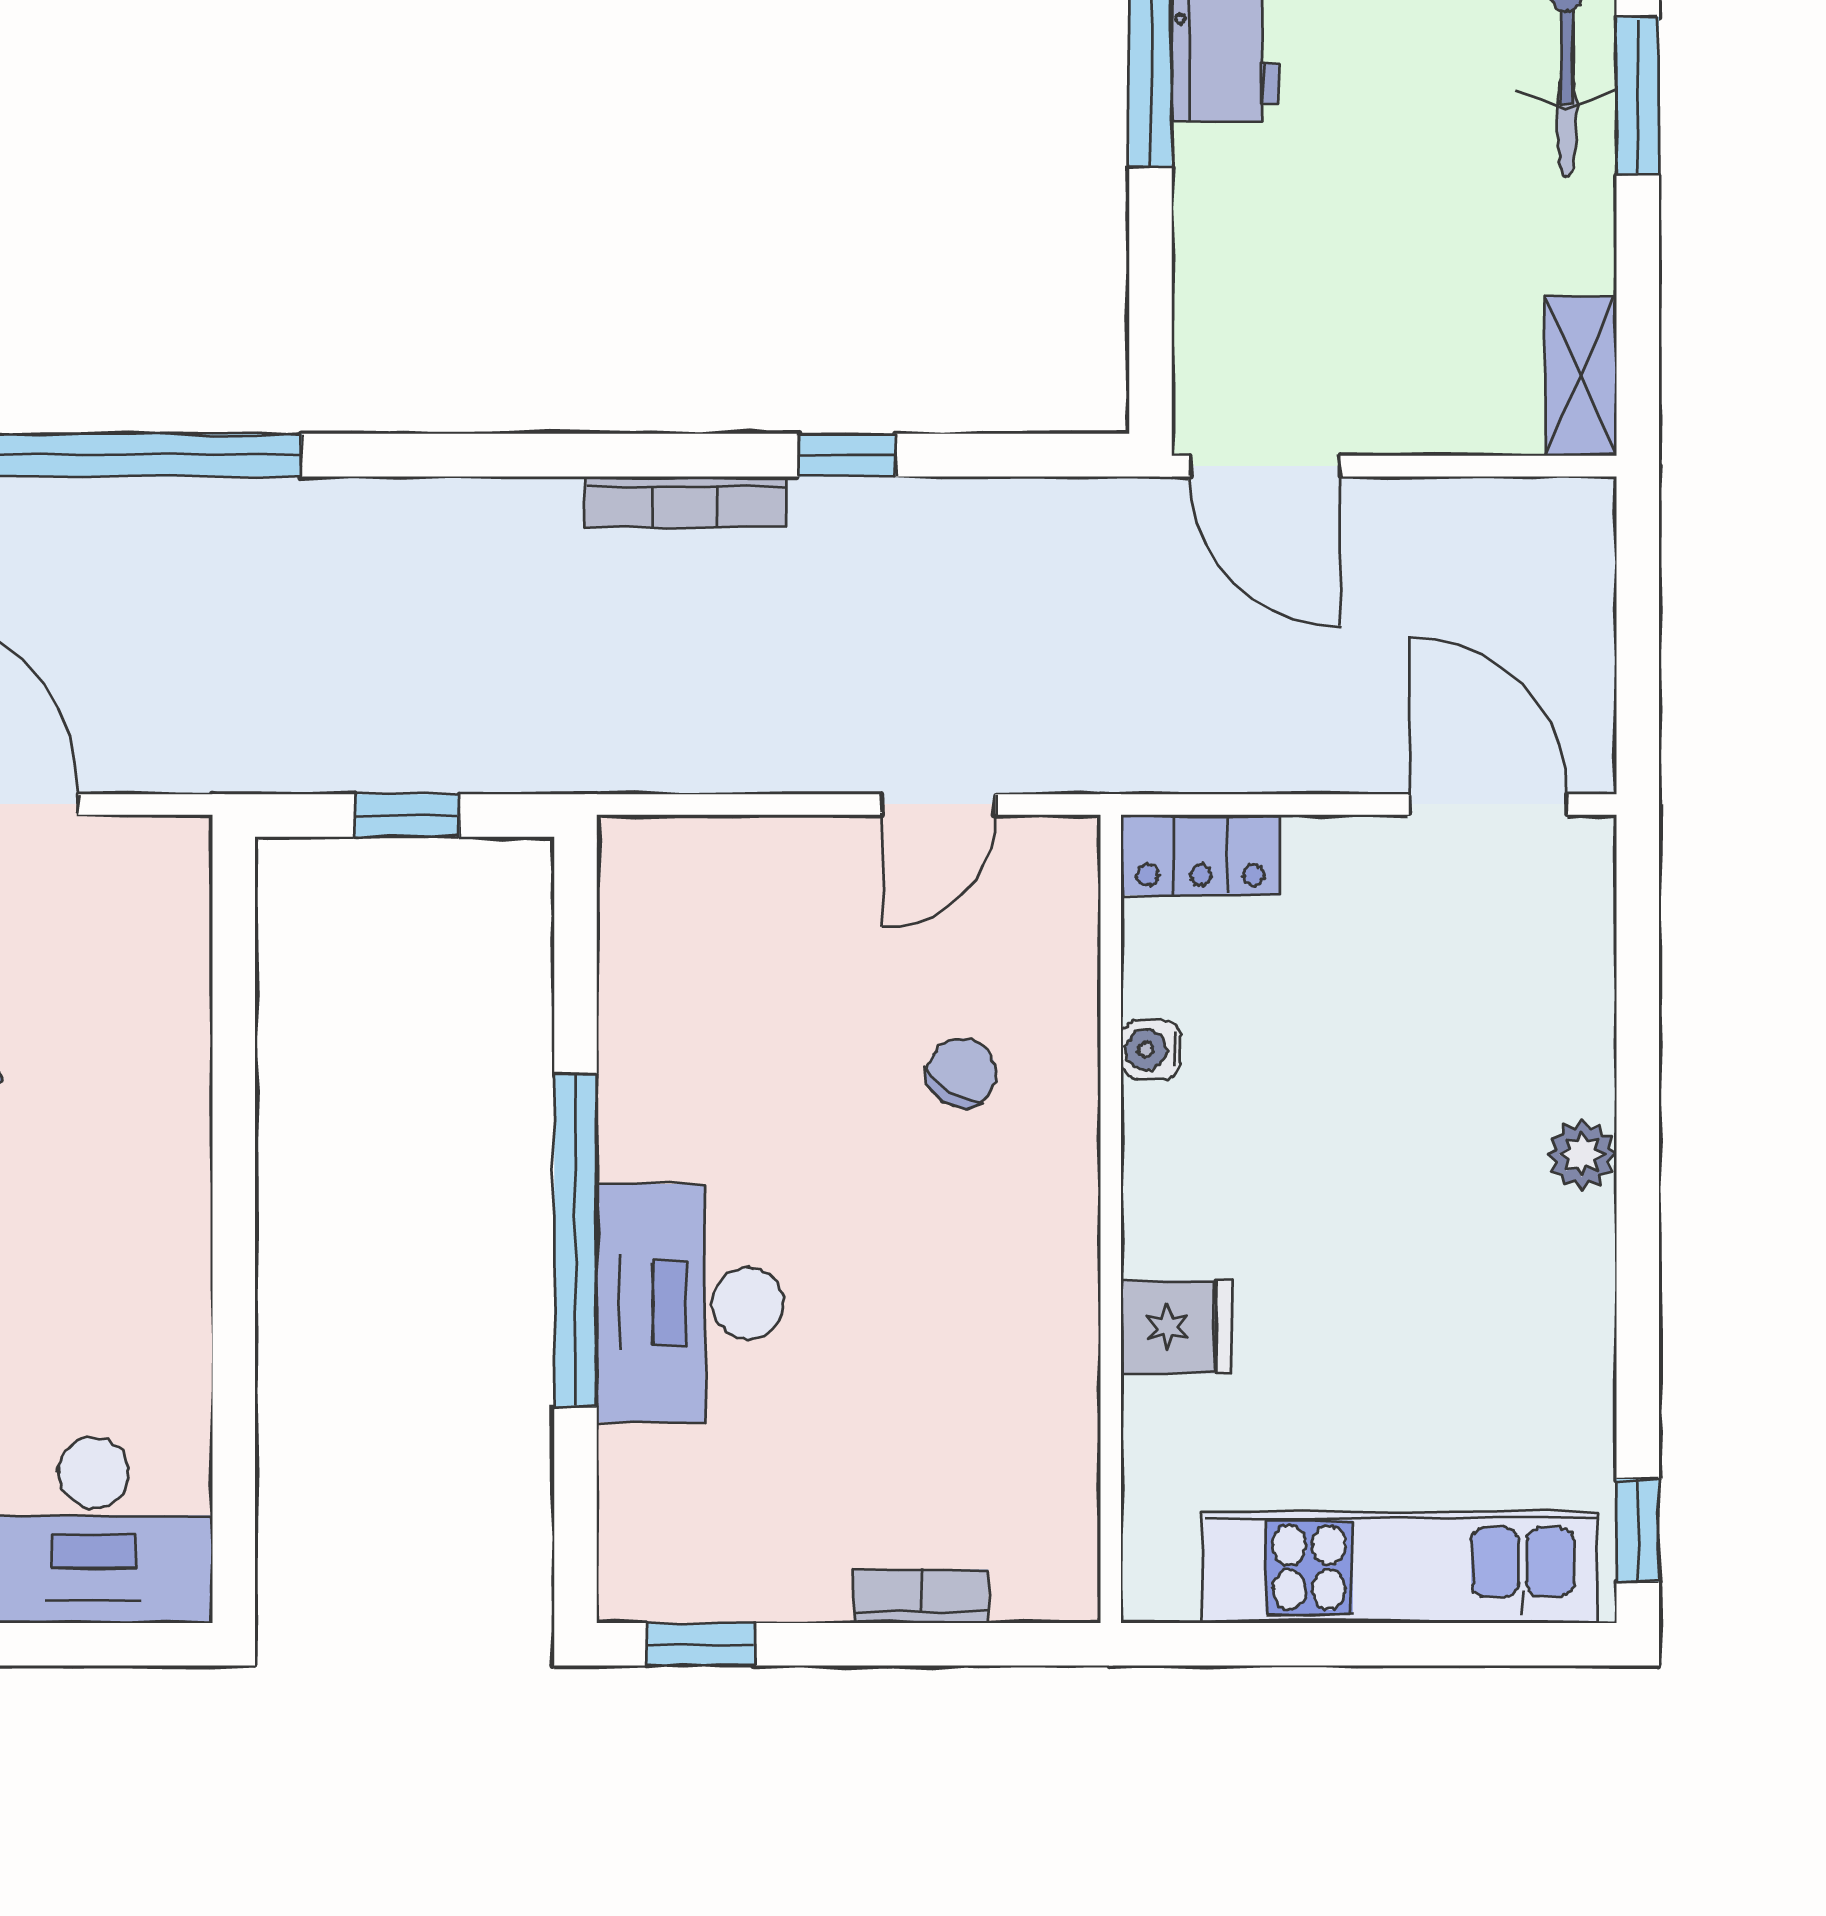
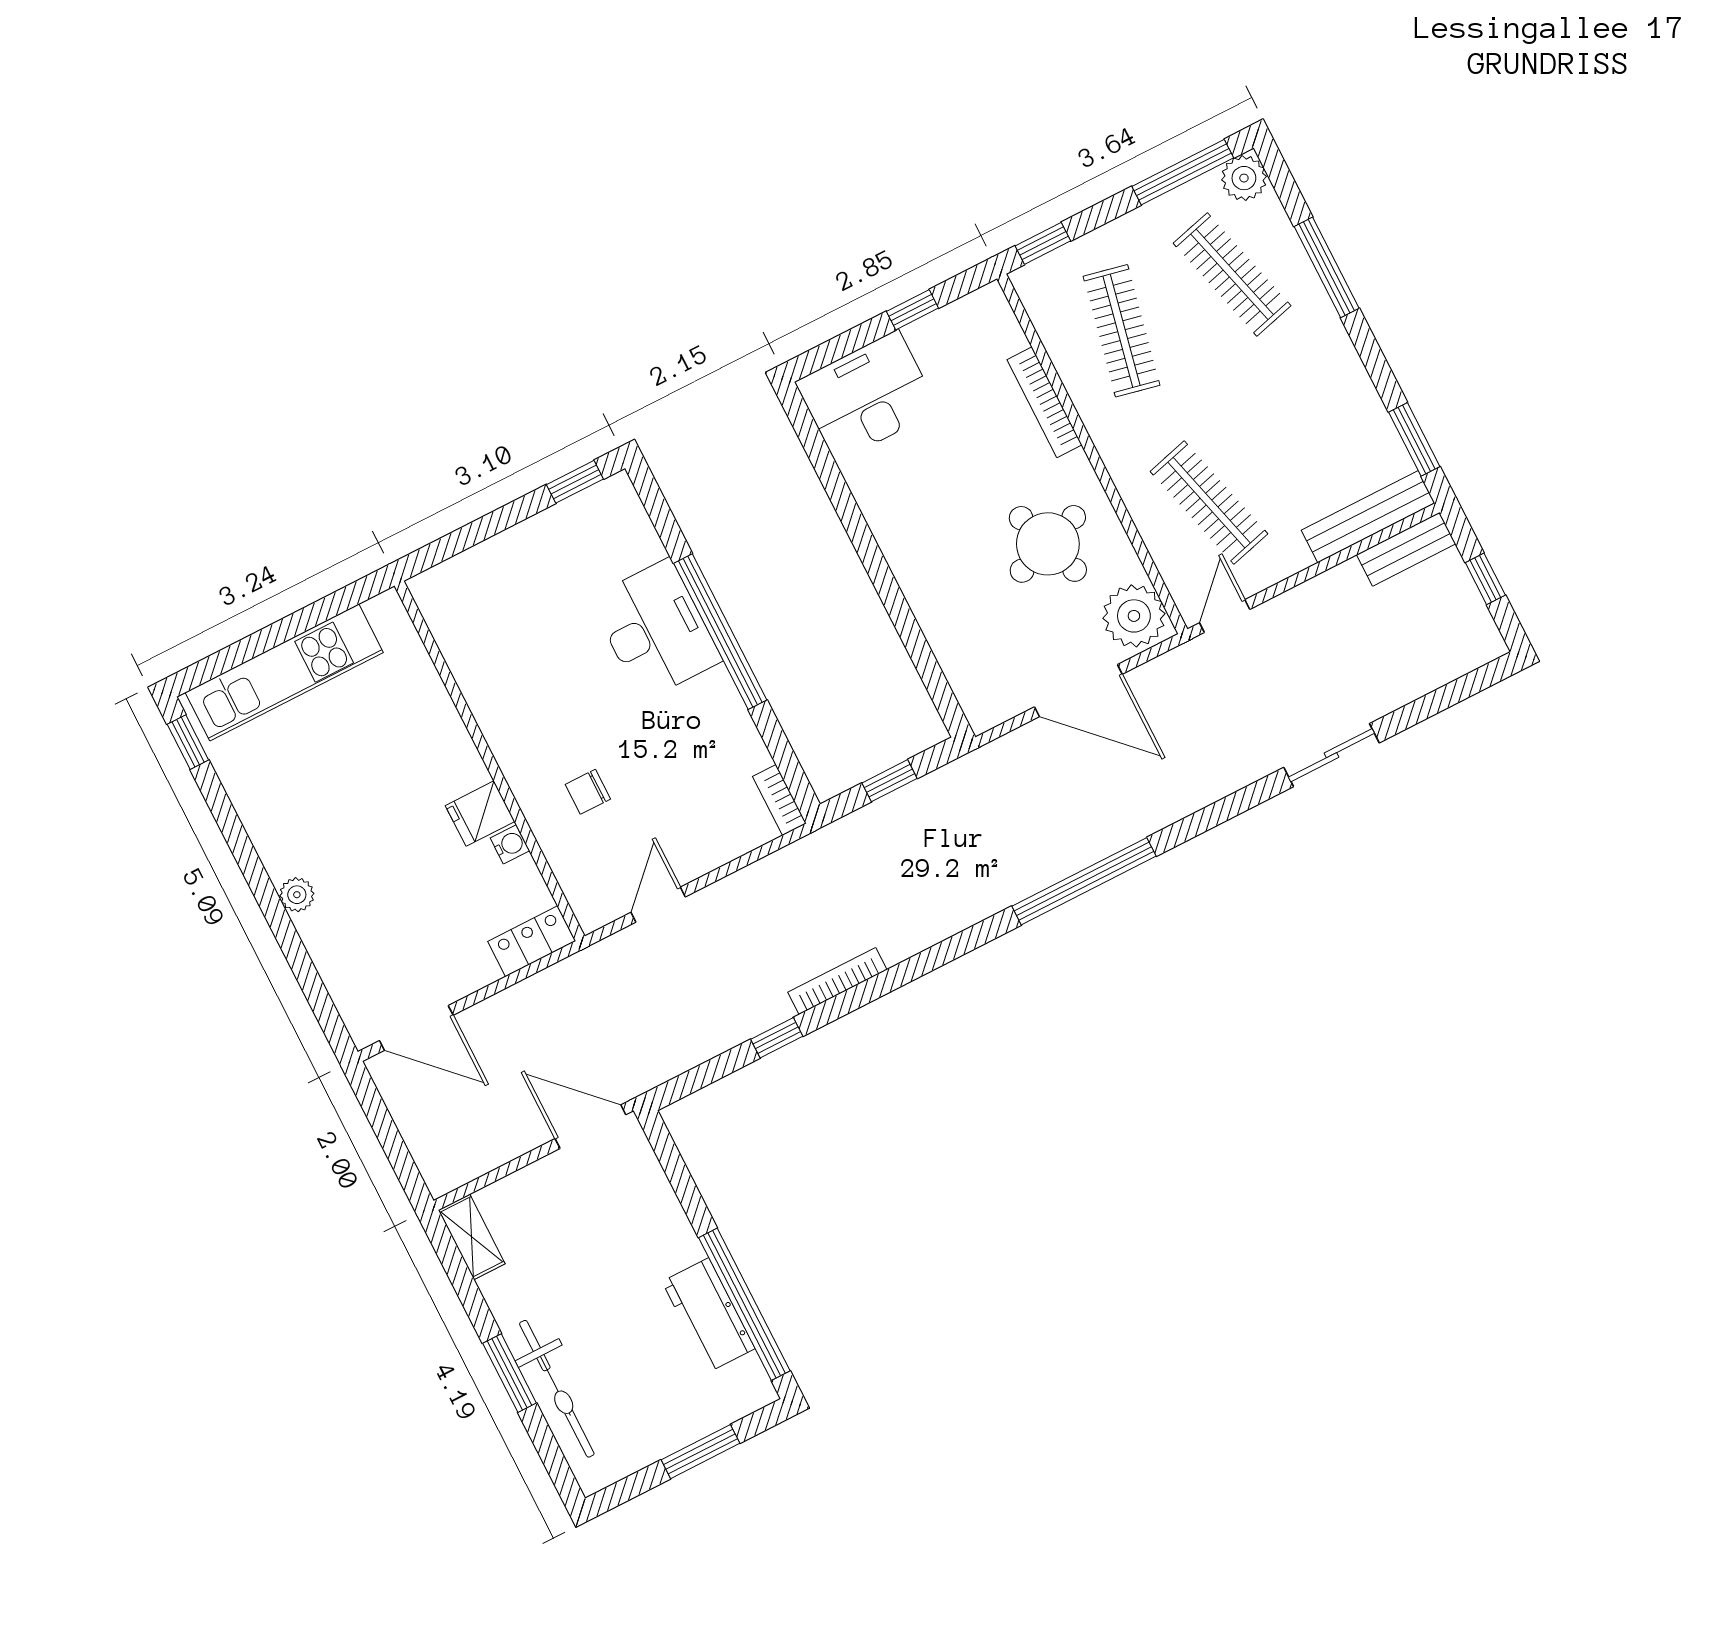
chair: (962, 1073) -> (588, 792), turned 58
fridge: (1176, 1327) -> (480, 814), moved
bookcase: (921, 1596) -> (779, 800), moved, turned 90

